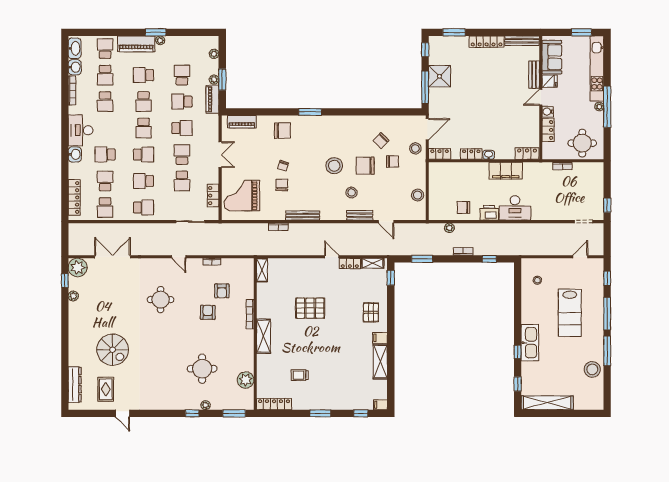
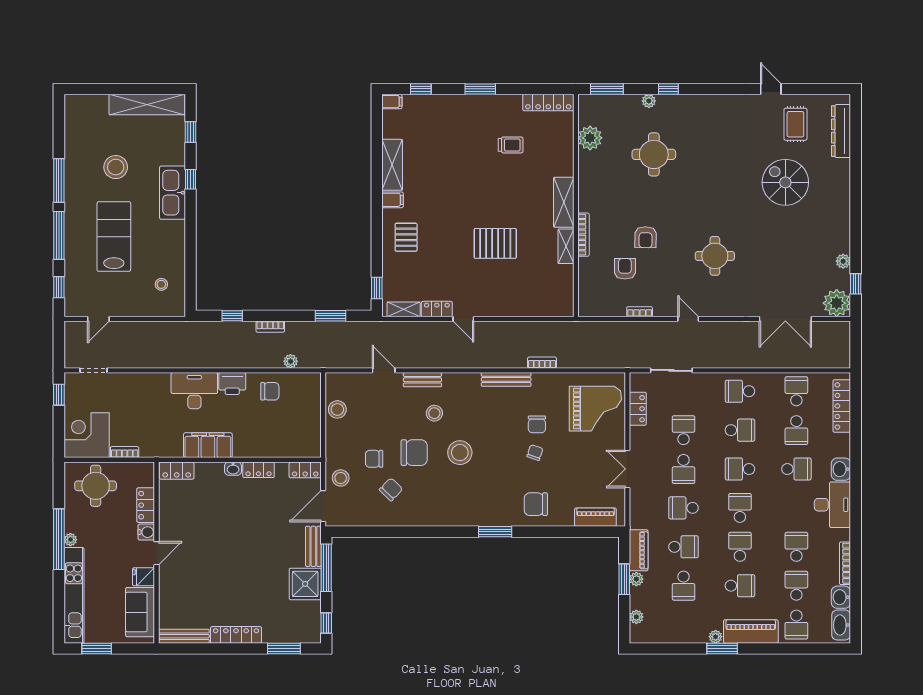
bench: (534, 75) -> (313, 546), moved
corner desk: (588, 178) -> (87, 435), added
shelving: (262, 270) -> (566, 246), moved
stool: (592, 369) -> (116, 167), moved

